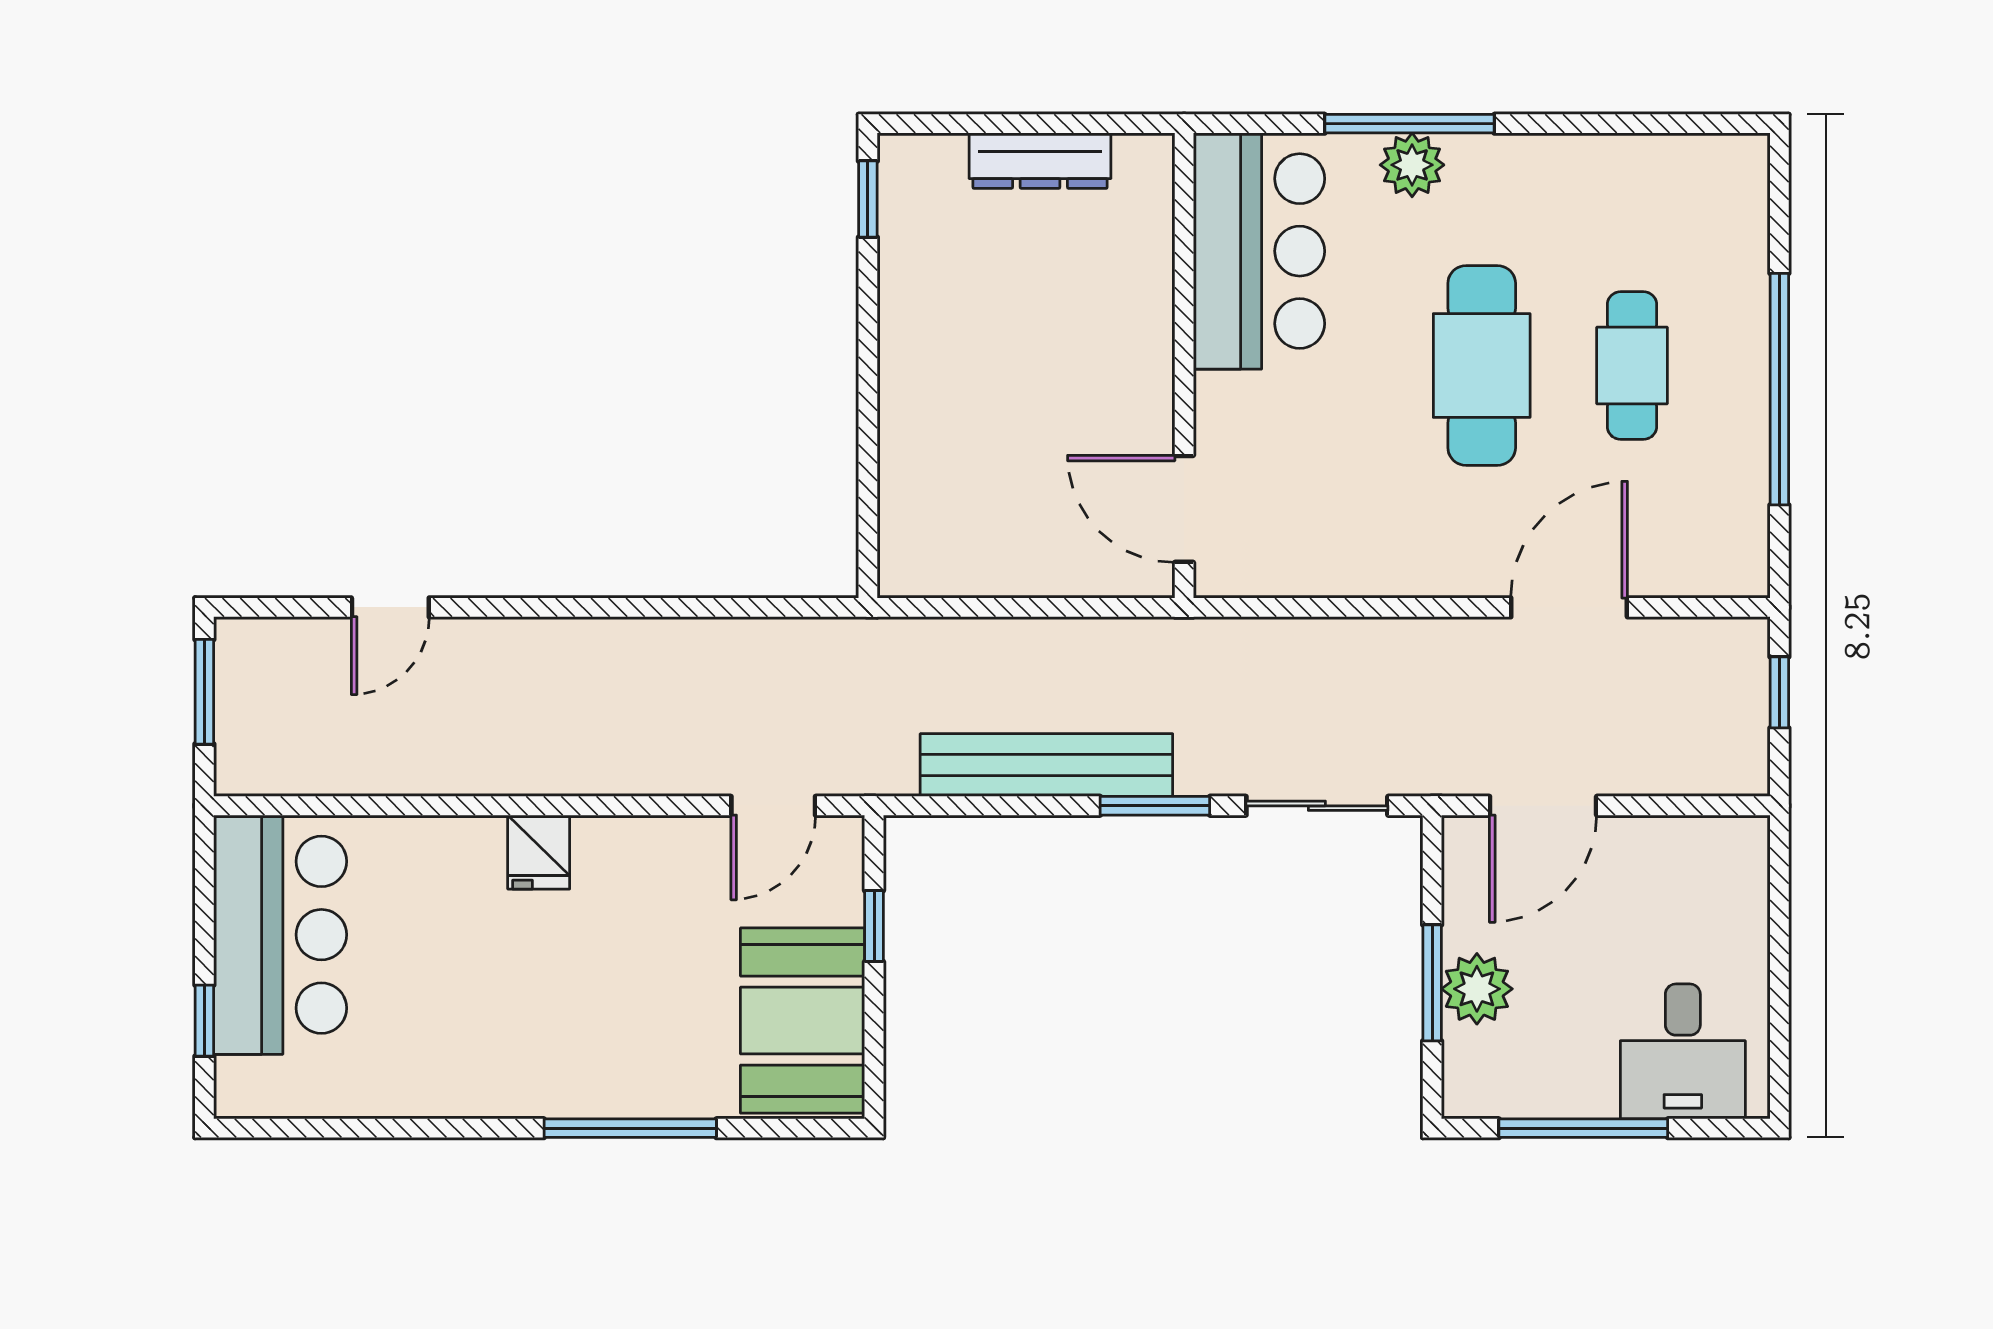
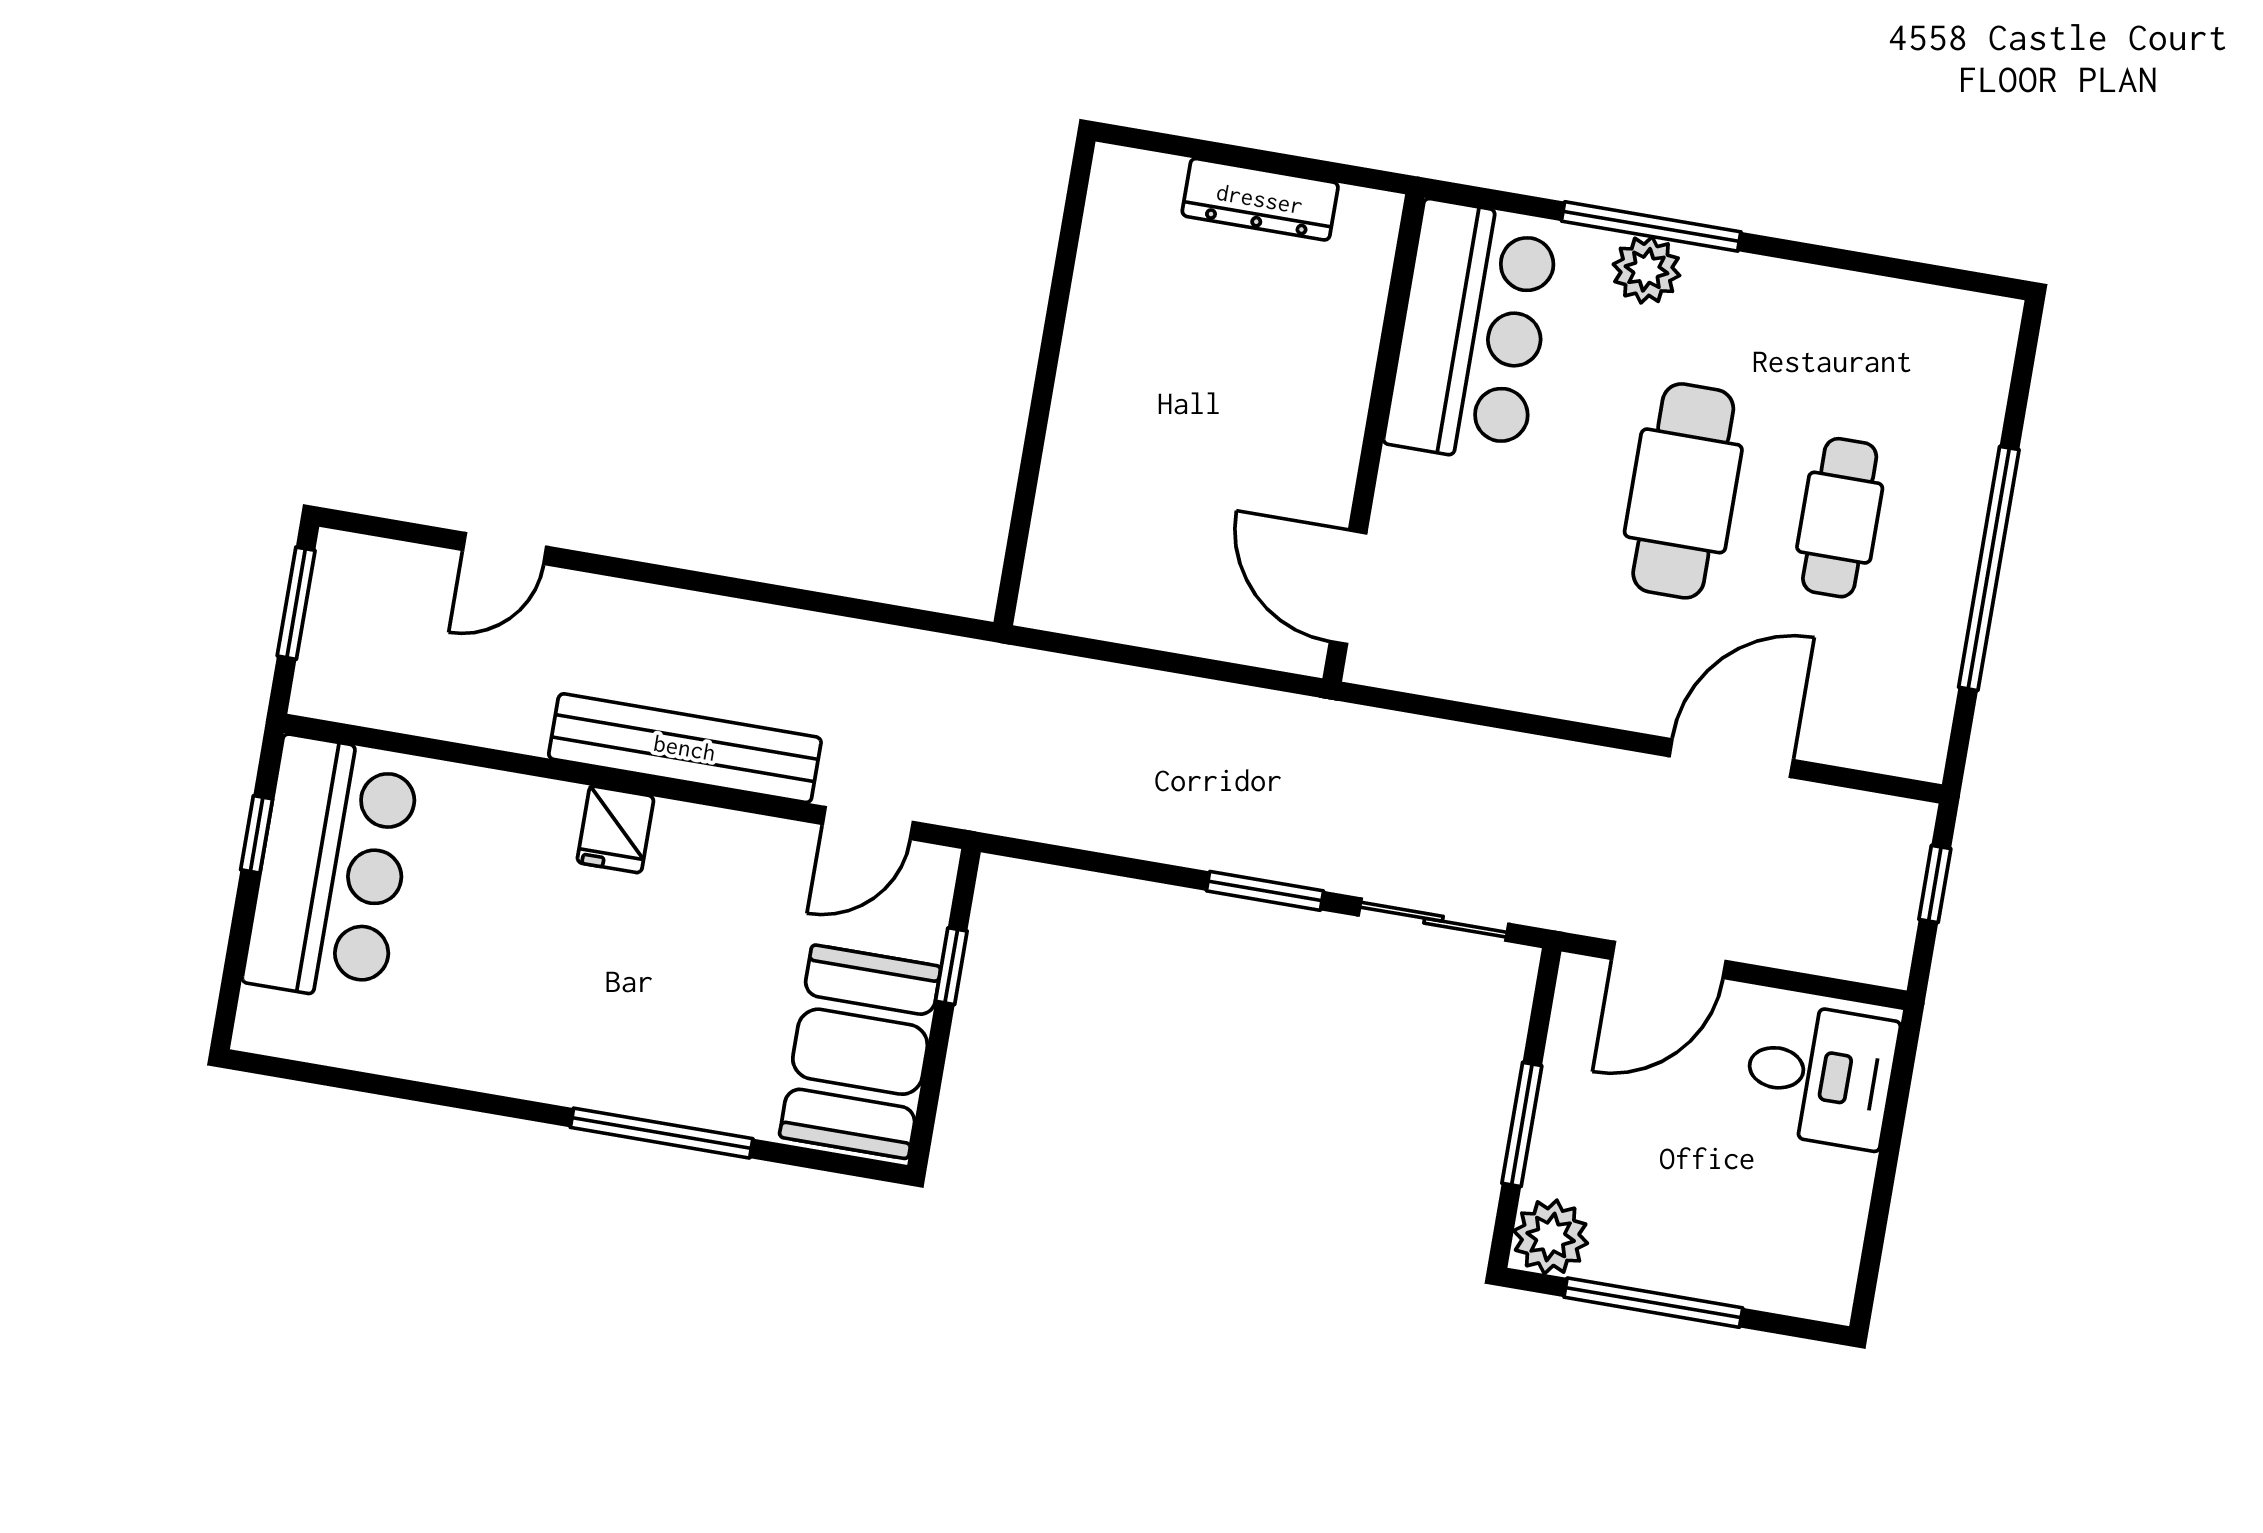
window: (868, 199) -> (1074, 209), removed
bench: (1046, 765) -> (685, 748), moved
plant: (1477, 989) -> (1551, 1237), moved
window: (204, 1021) -> (257, 834), moved
desk: (1683, 1051) -> (1820, 1075), moved, turned -90

